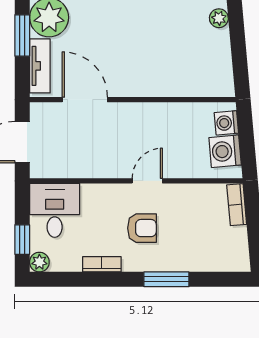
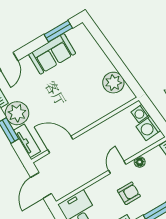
plant: (219, 18) -> (113, 83), moved, width x1.88, depth x1.88
floor lamp: (184, 192) -> (140, 162), added

